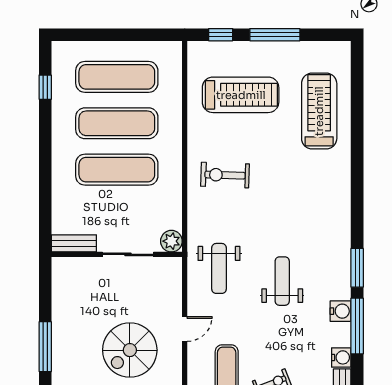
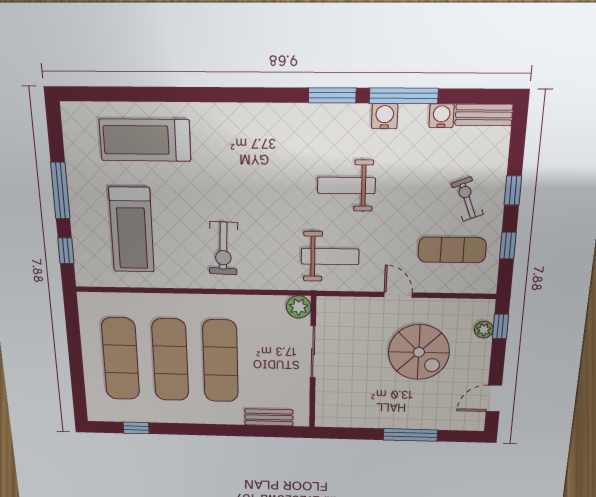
treadmill: (241, 95) -> (132, 230), turned 180
bench: (74, 243) -> (269, 417), moved, turned 90

